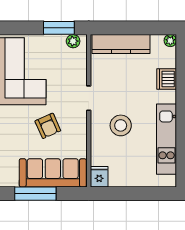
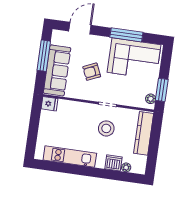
plant: (170, 41) -> (126, 167), moved
stool: (121, 125) -> (106, 128), moved

